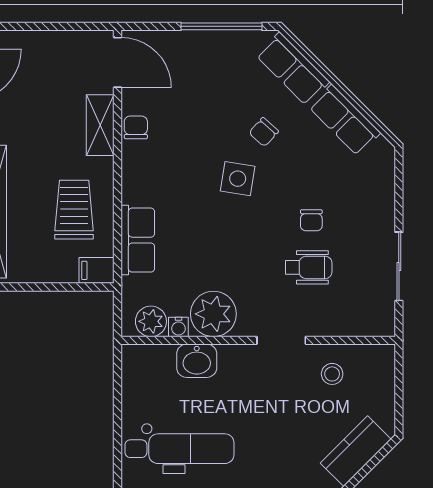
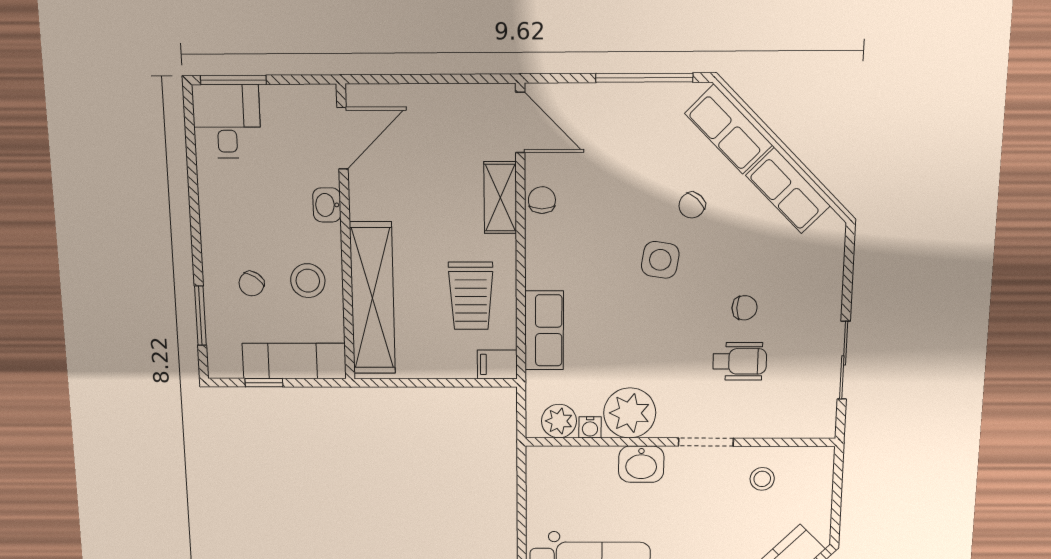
trolley: (74, 210) -> (471, 296), turned 180
chair: (311, 220) -> (745, 308), turned -90
washbasin: (197, 361) -> (641, 464), moved

